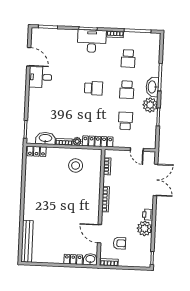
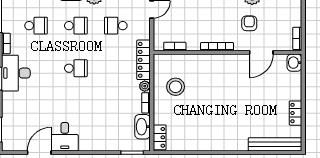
school desk: (93, 88) -> (76, 68), turned 90
armchair: (120, 243) -> (249, 23), moved
locker: (73, 259) -> (296, 113), moved

